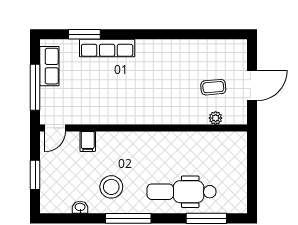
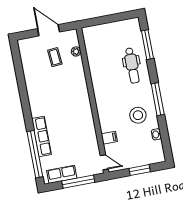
window: (84, 34) -> (35, 154), width x2.11
dental chair: (182, 192) -> (132, 65), width x0.73, depth x0.72

